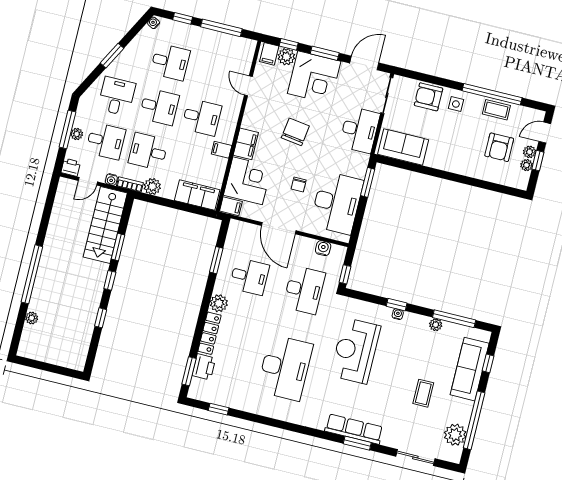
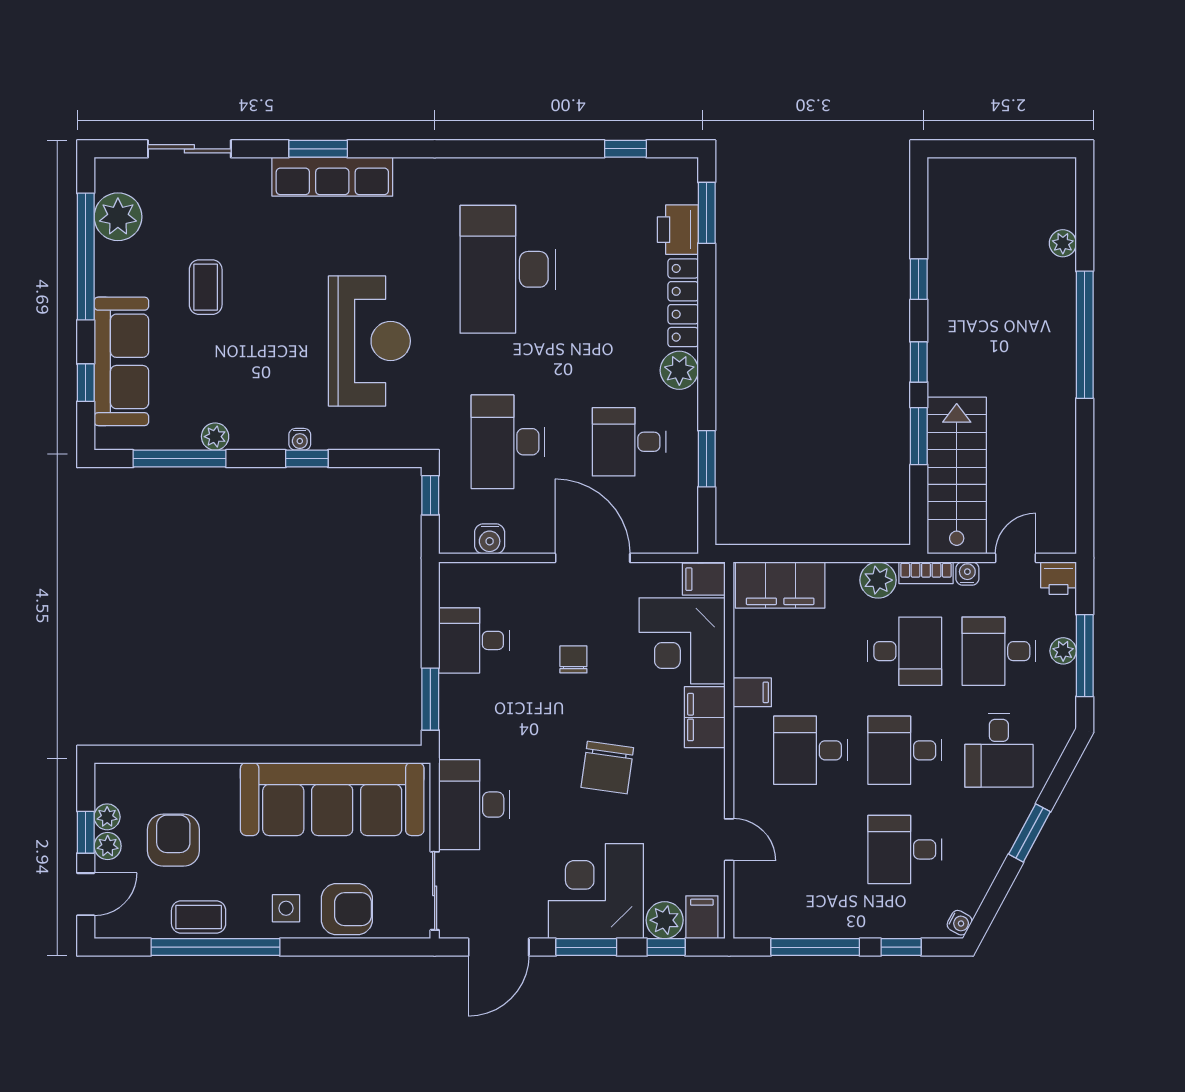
sofa: (403, 147) -> (332, 799), width x1.85, depth x1.27
desk: (337, 203) -> (474, 640), width x0.53, depth x0.77

